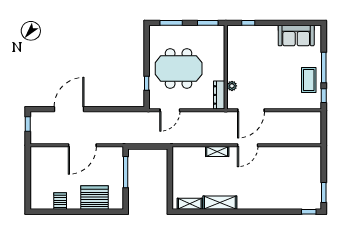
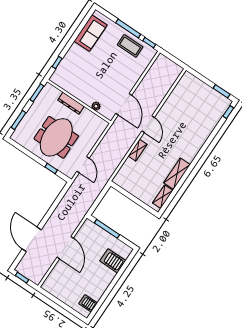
dresser: (219, 95) -> (71, 103), moved
server rack: (95, 197) -> (113, 261), width x0.63
server rack: (60, 201) -> (88, 303), moved

